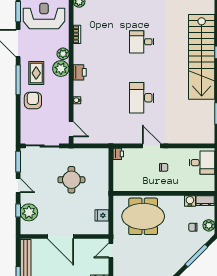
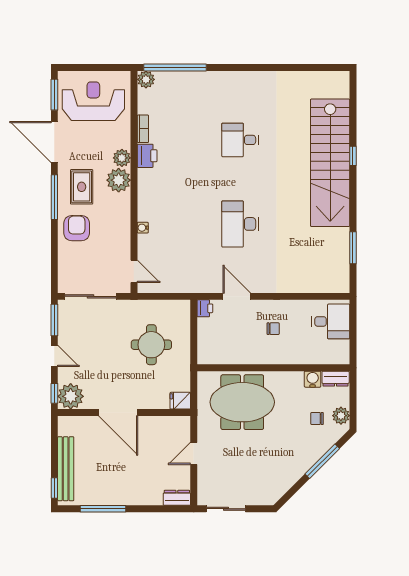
printer: (80, 72) -> (147, 156), moved
door: (152, 146) -> (237, 296), moved
round table: (71, 180) -> (151, 345), moved
door: (61, 236) -> (118, 413), moved
wall: (64, 236) -> (124, 413), moved

